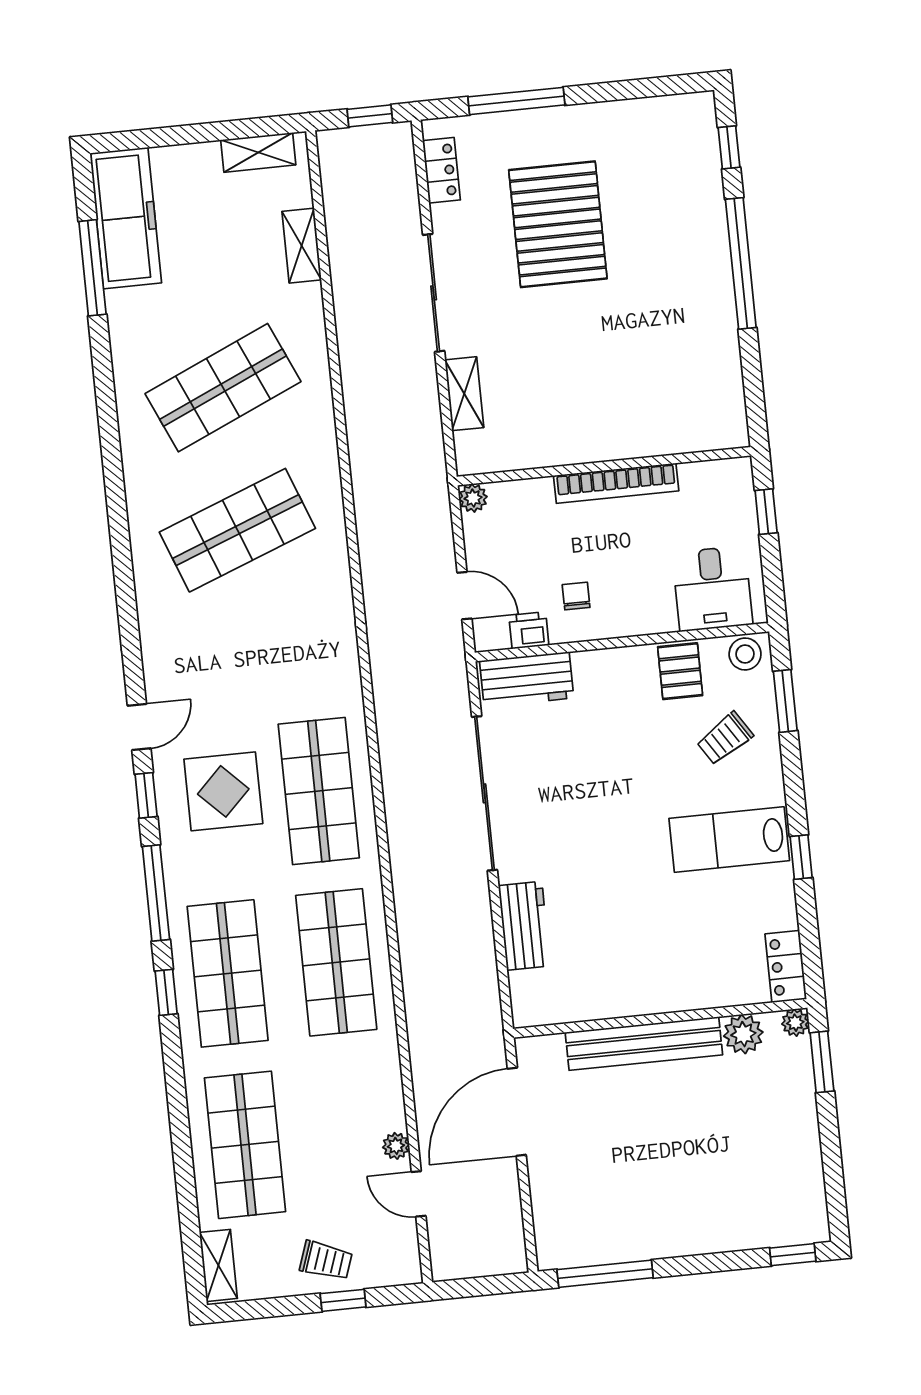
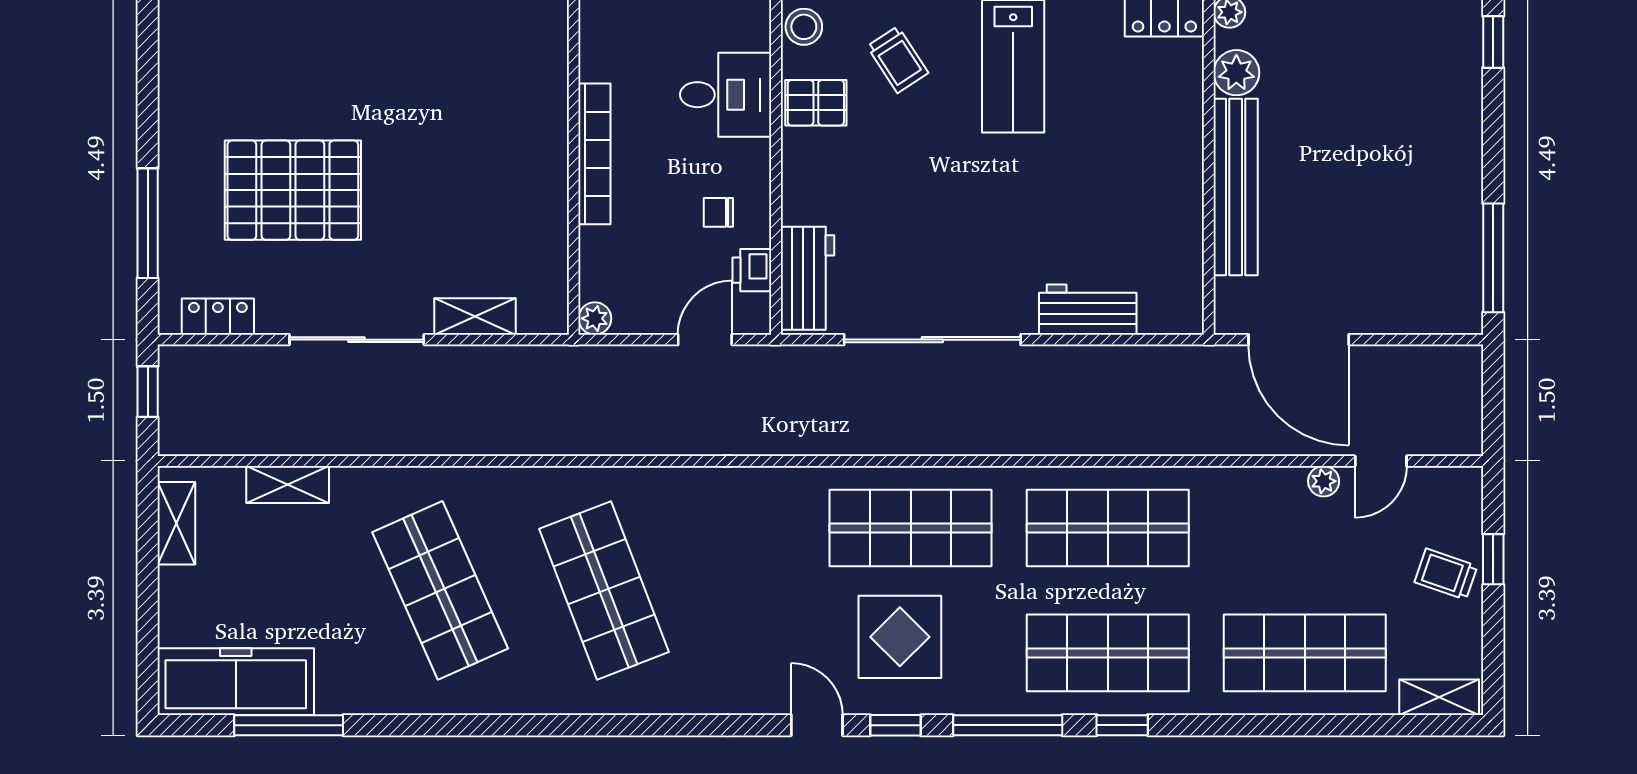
desk: (712, 589) -> (726, 95), moved
trolley: (326, 1260) -> (1446, 574), turned -90

